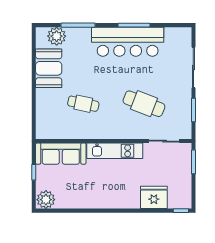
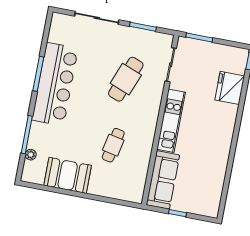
plant: (57, 36) -> (31, 155), width x0.53, depth x0.53
plant: (46, 200) -> (210, 206), removed

